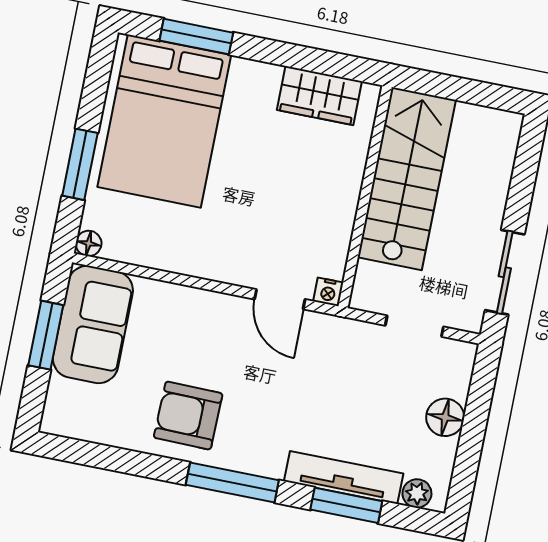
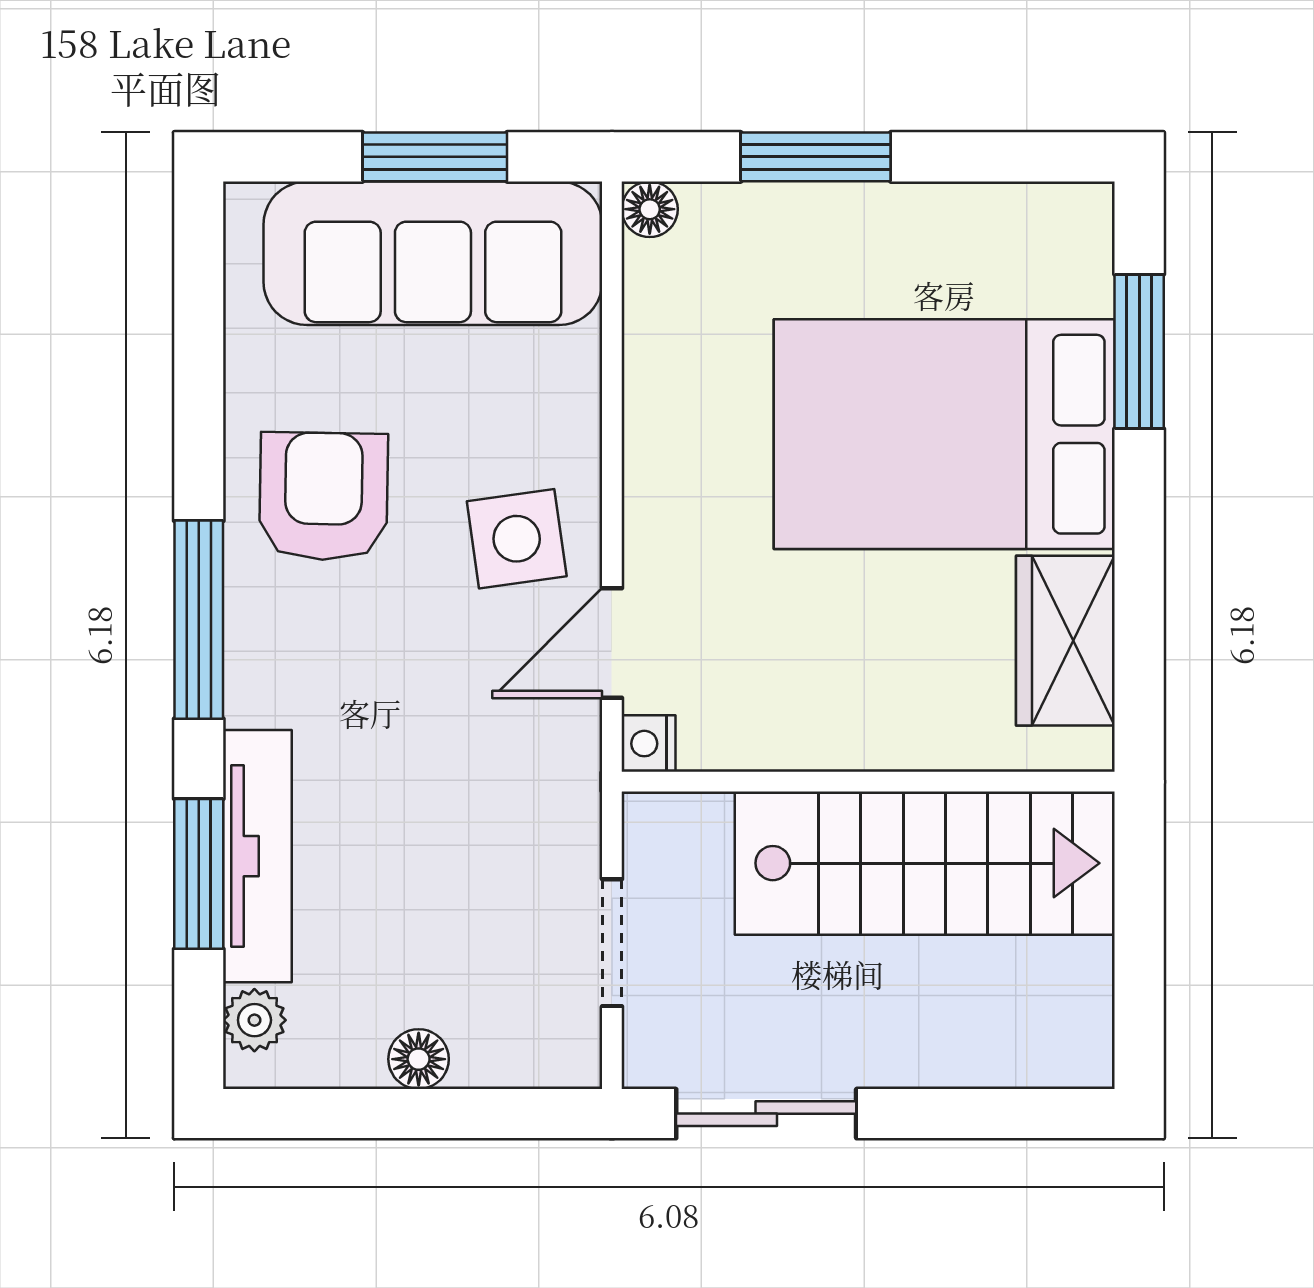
bed: (164, 121) -> (944, 434), moved
sofa: (93, 325) -> (433, 253), width x1.36
side table: (224, 333) -> (517, 539), added
floor lamp: (445, 417) -> (419, 1059), width x0.73, depth x0.73

